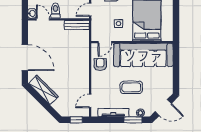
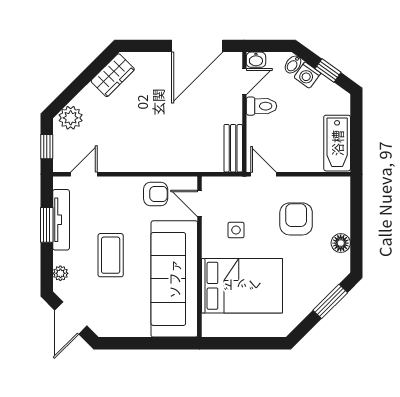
door: (25, 58) -> (197, 46), moved
wardrobe: (43, 90) -> (113, 75), width x0.67
door: (90, 101) -> (84, 174), hinge flipped
plant: (61, 108) -> (71, 118), added
window: (133, 120) -> (47, 225), moved

